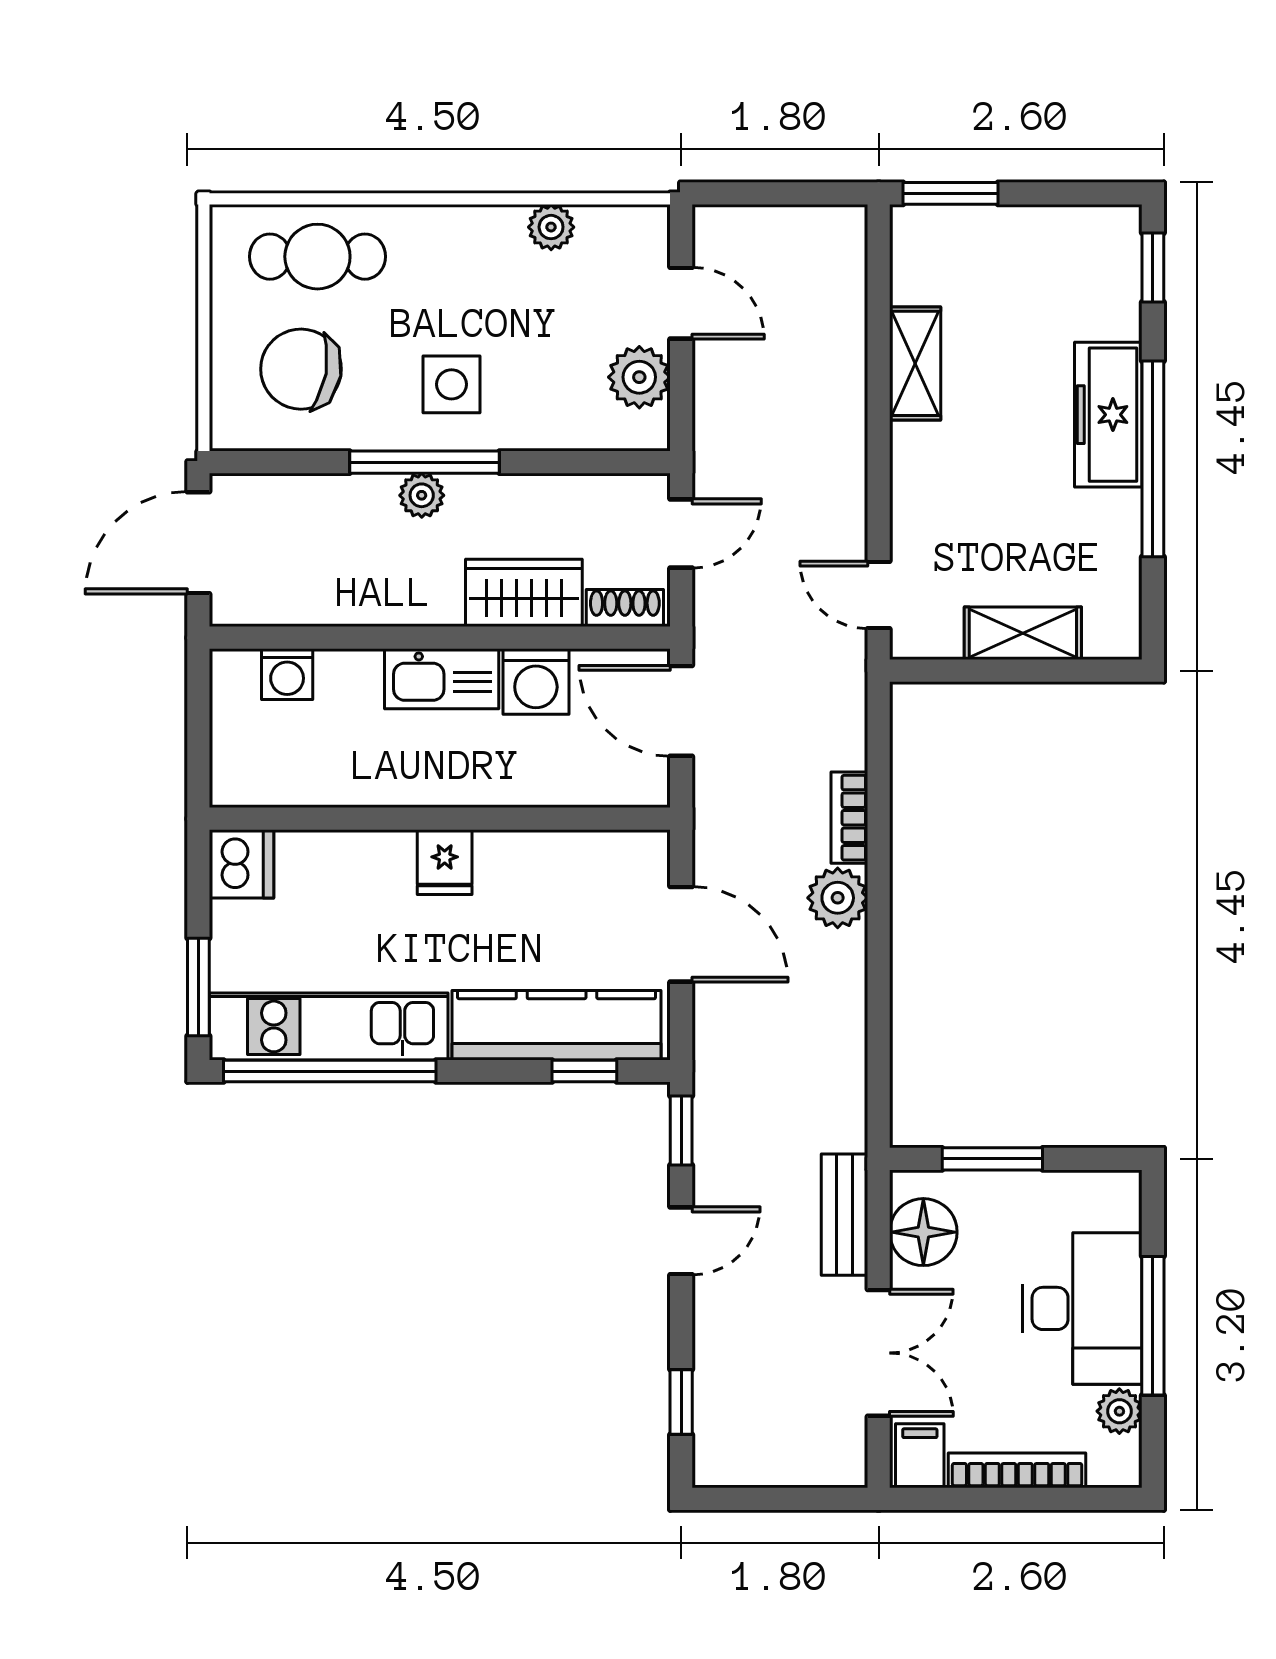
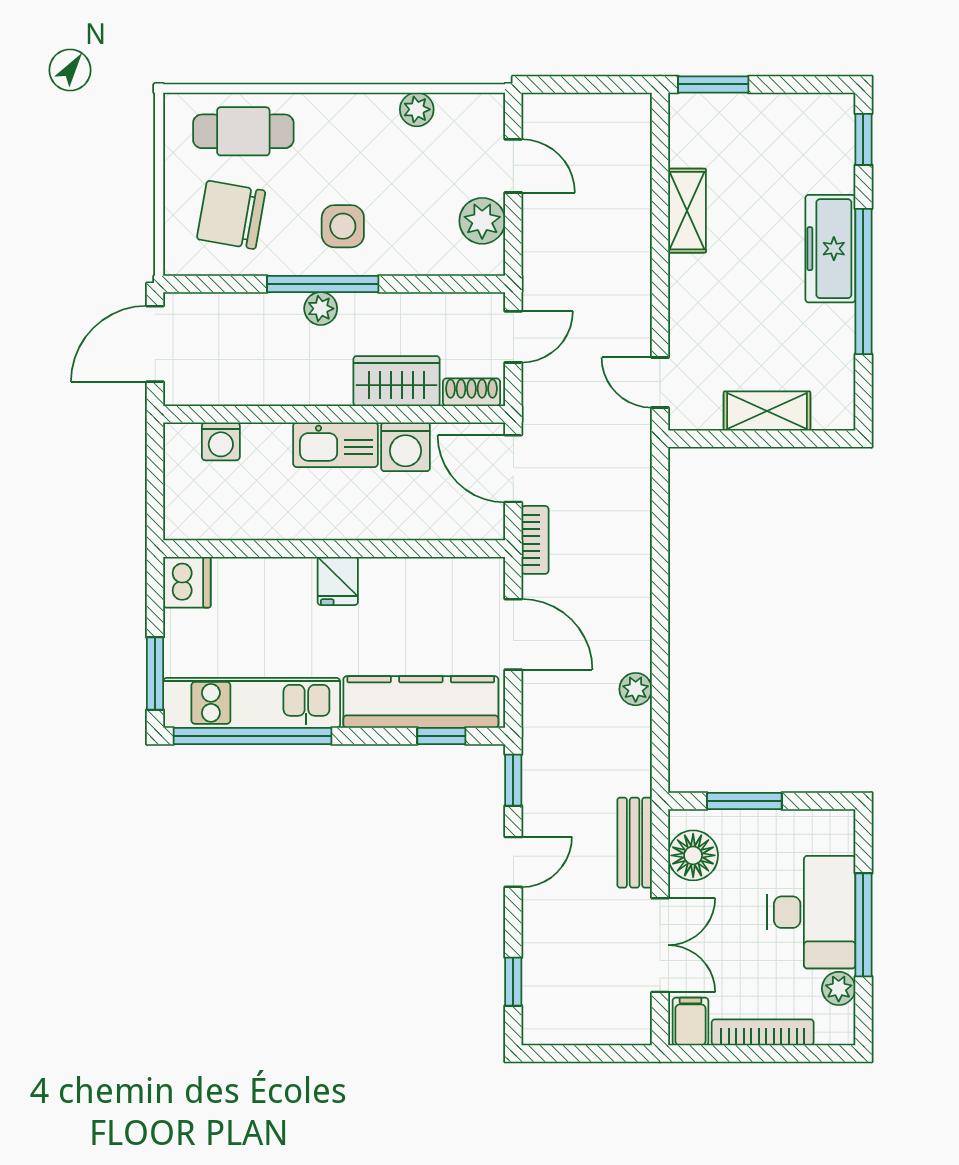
bookcase: (849, 818) -> (535, 540), moved, turned 180
plant: (838, 898) -> (636, 689), moved, width x0.73, depth x0.73

